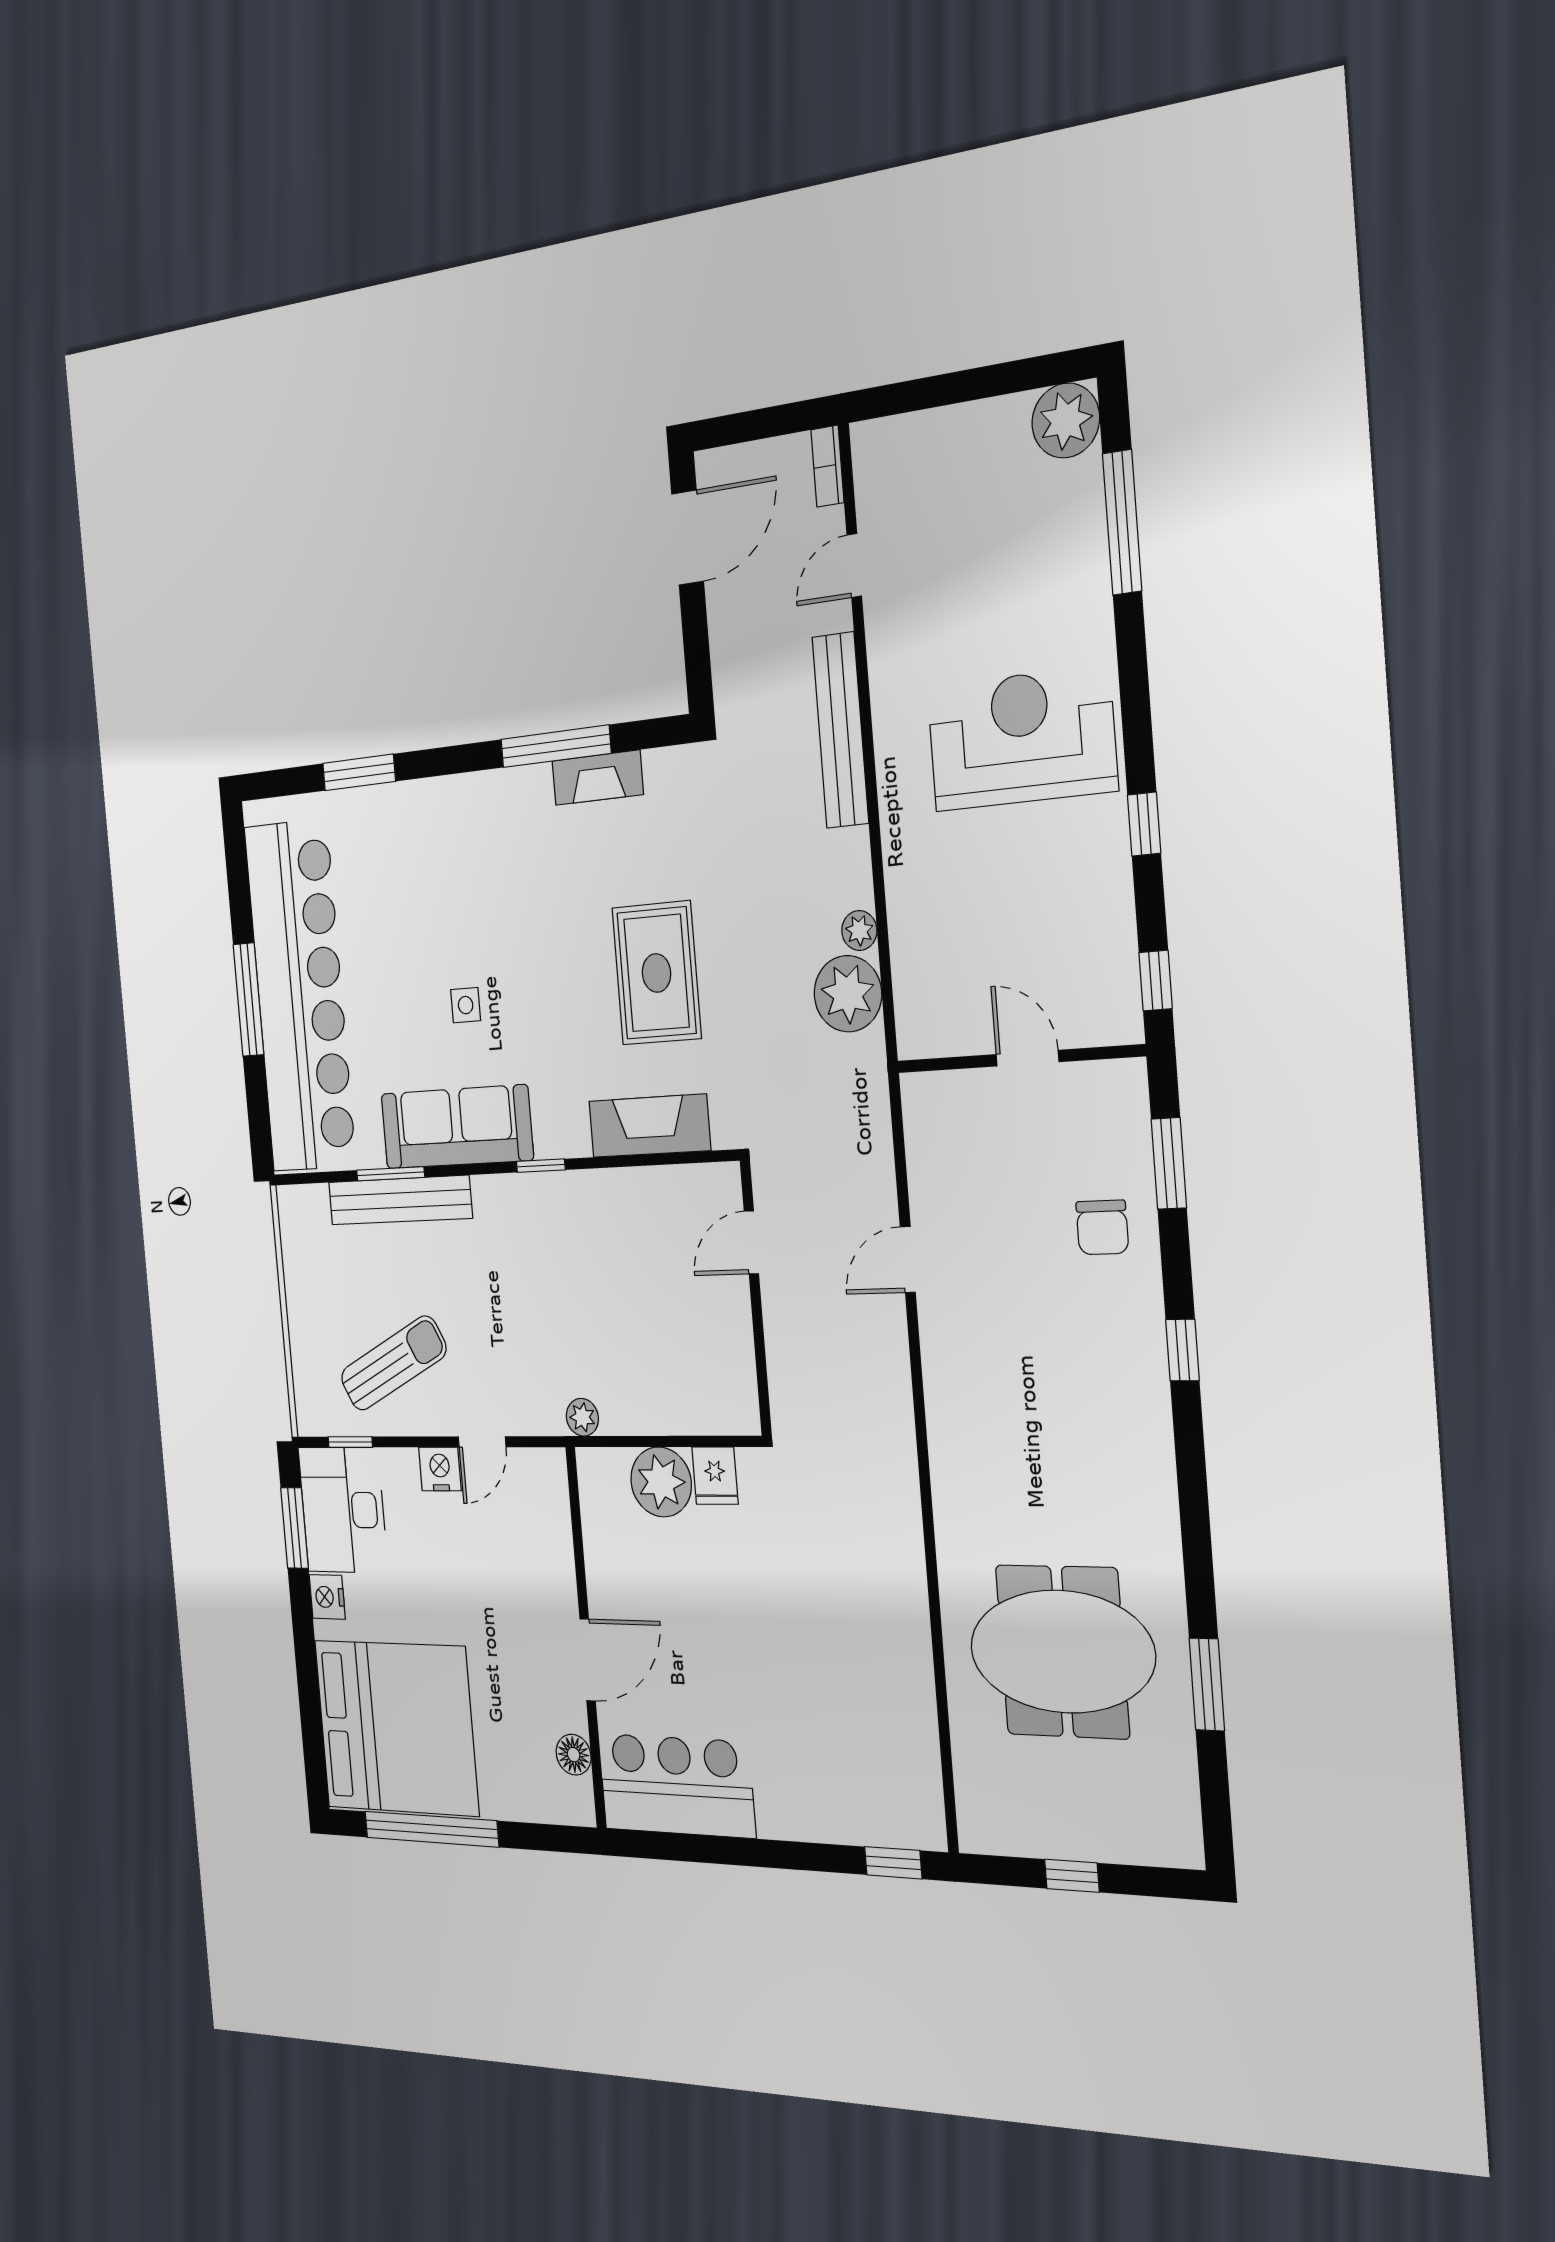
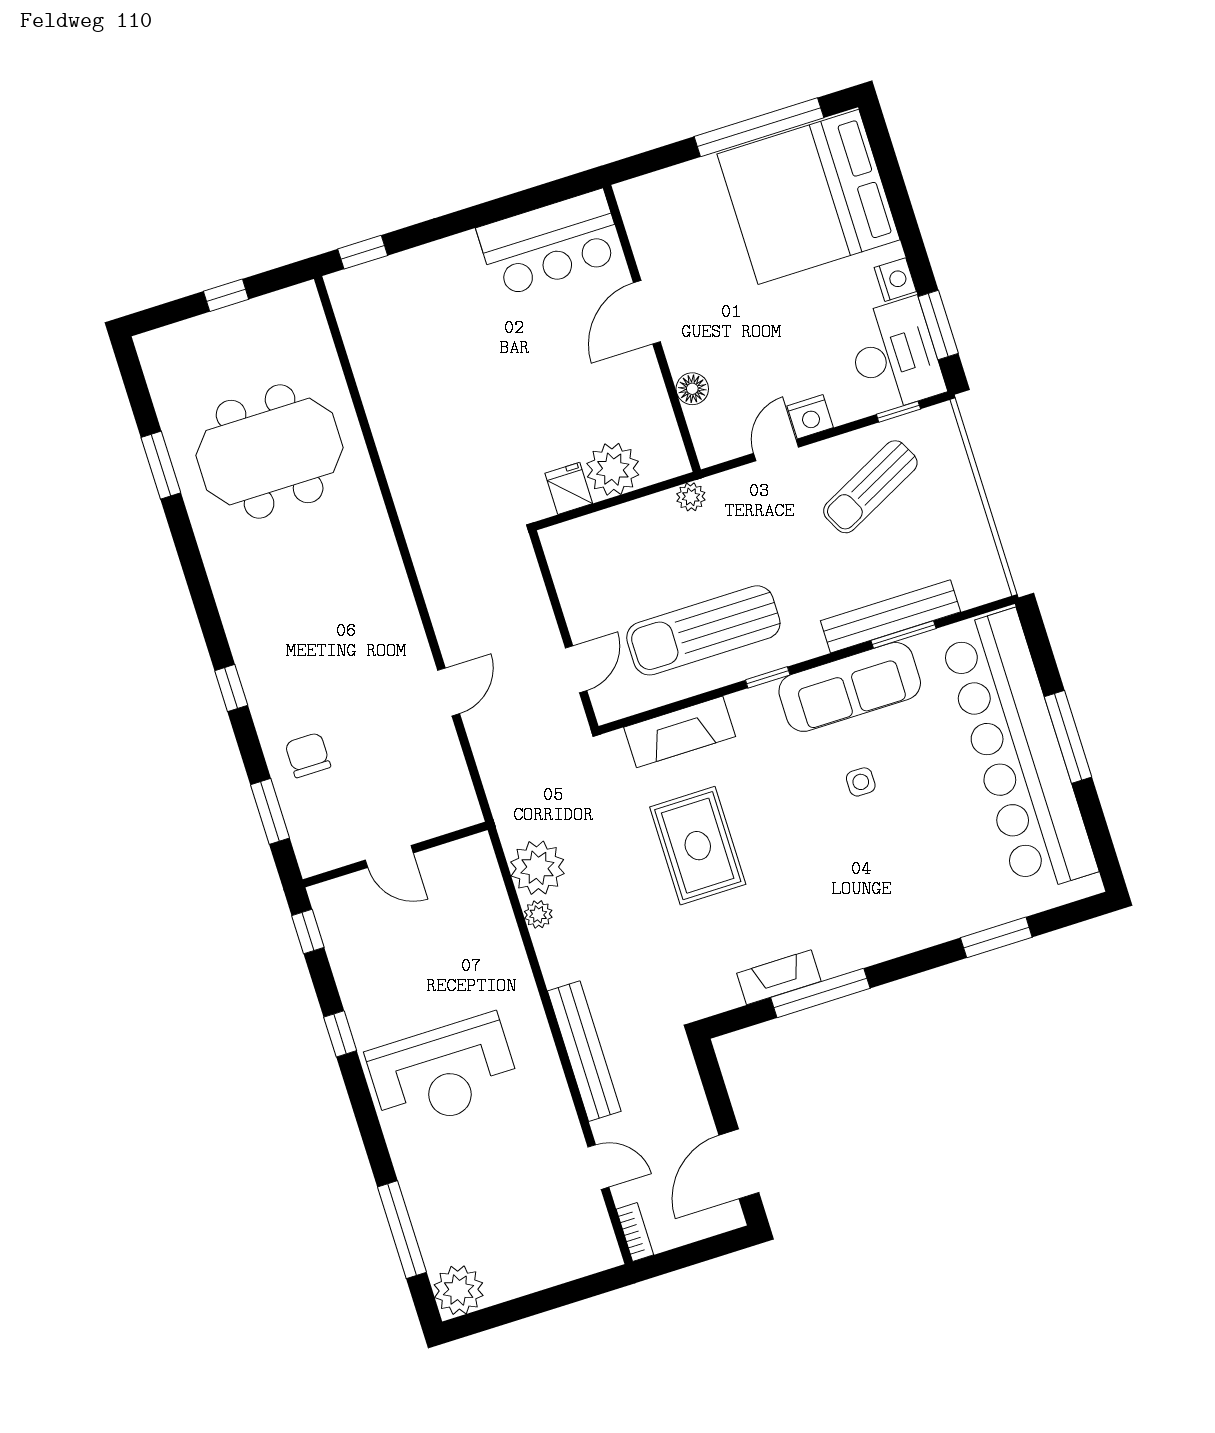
door: (854, 566) -> (598, 1167), hinge flipped
sun lounger: (600, 1247) -> (703, 630), added
floor lamp: (574, 1755) -> (692, 389), moved

